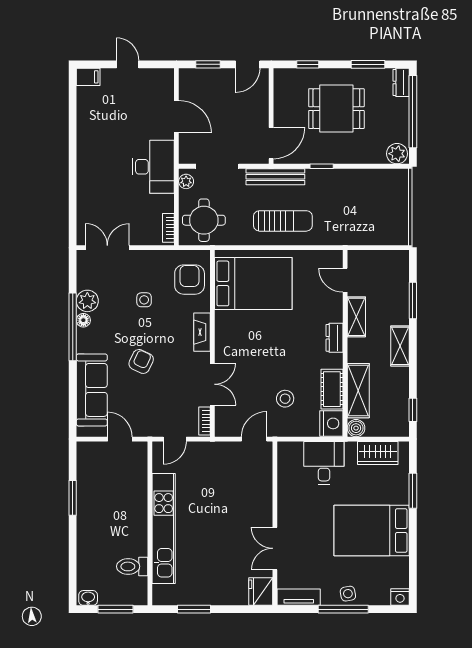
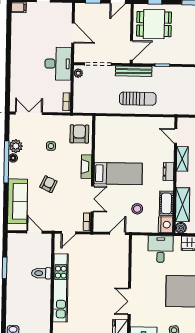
dining table: (336, 109) -> (154, 24), moved
round table: (204, 220) -> (89, 97), removed
bed: (253, 283) -> (118, 174), moved, width x0.67
toilet: (132, 566) -> (41, 273), moved

